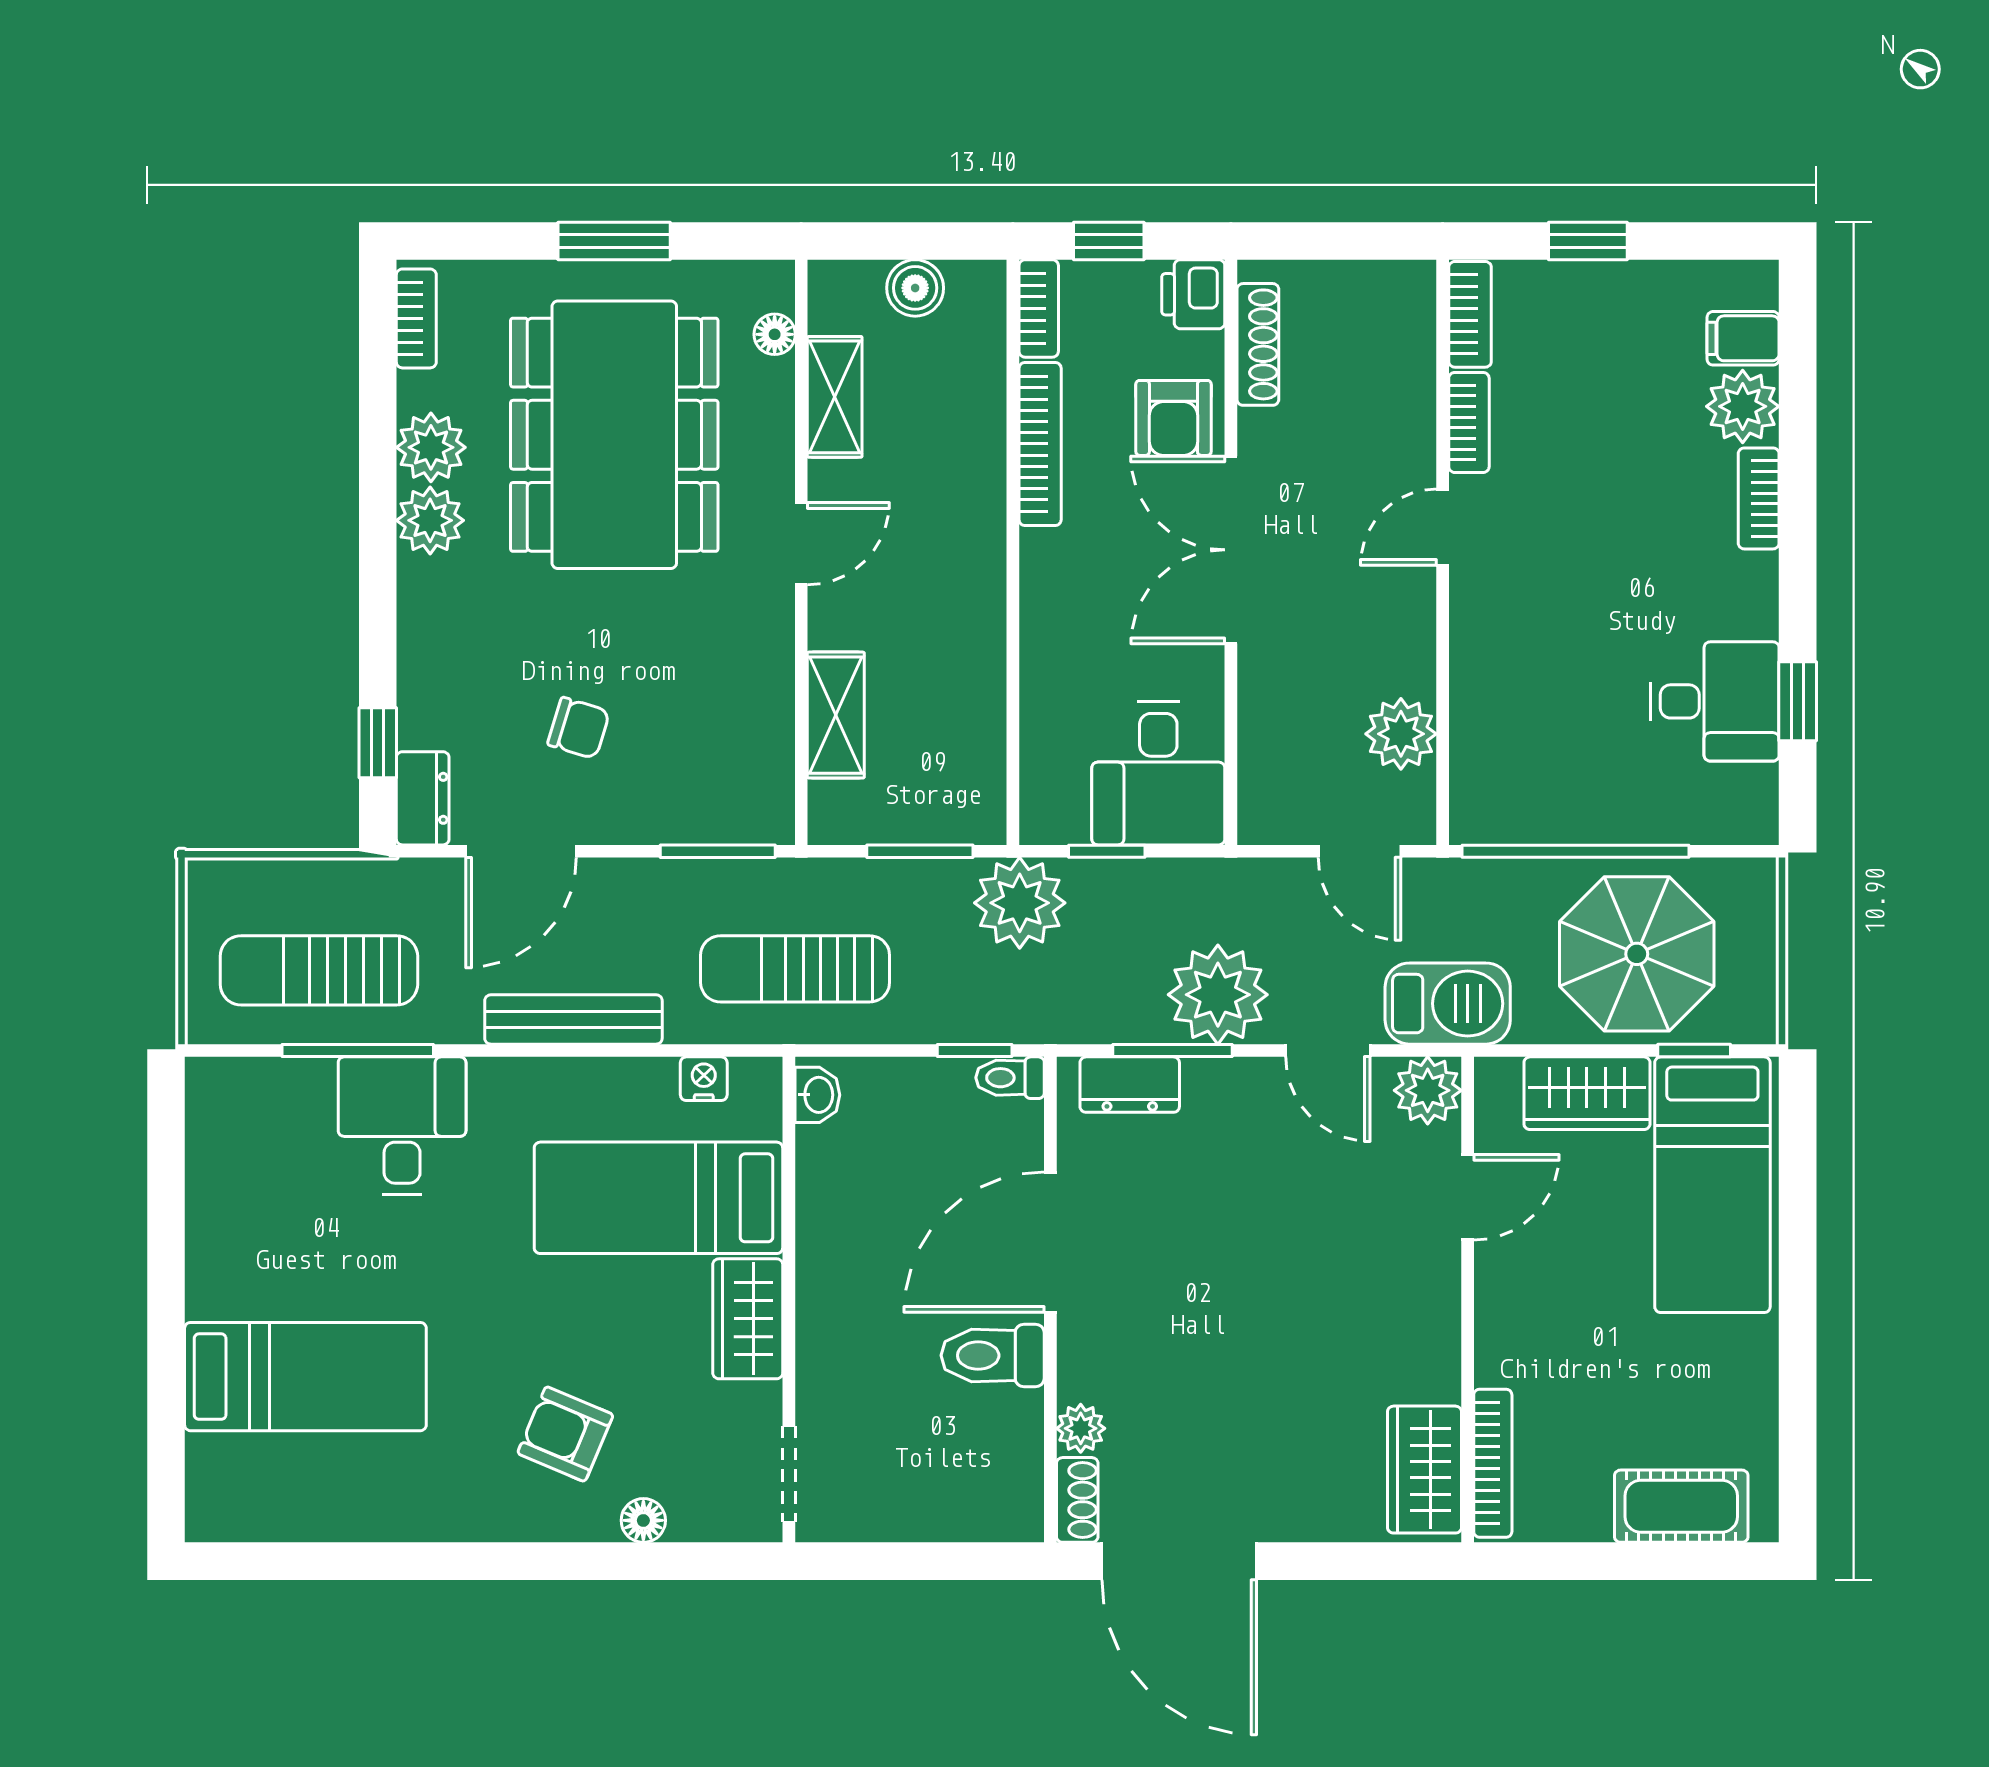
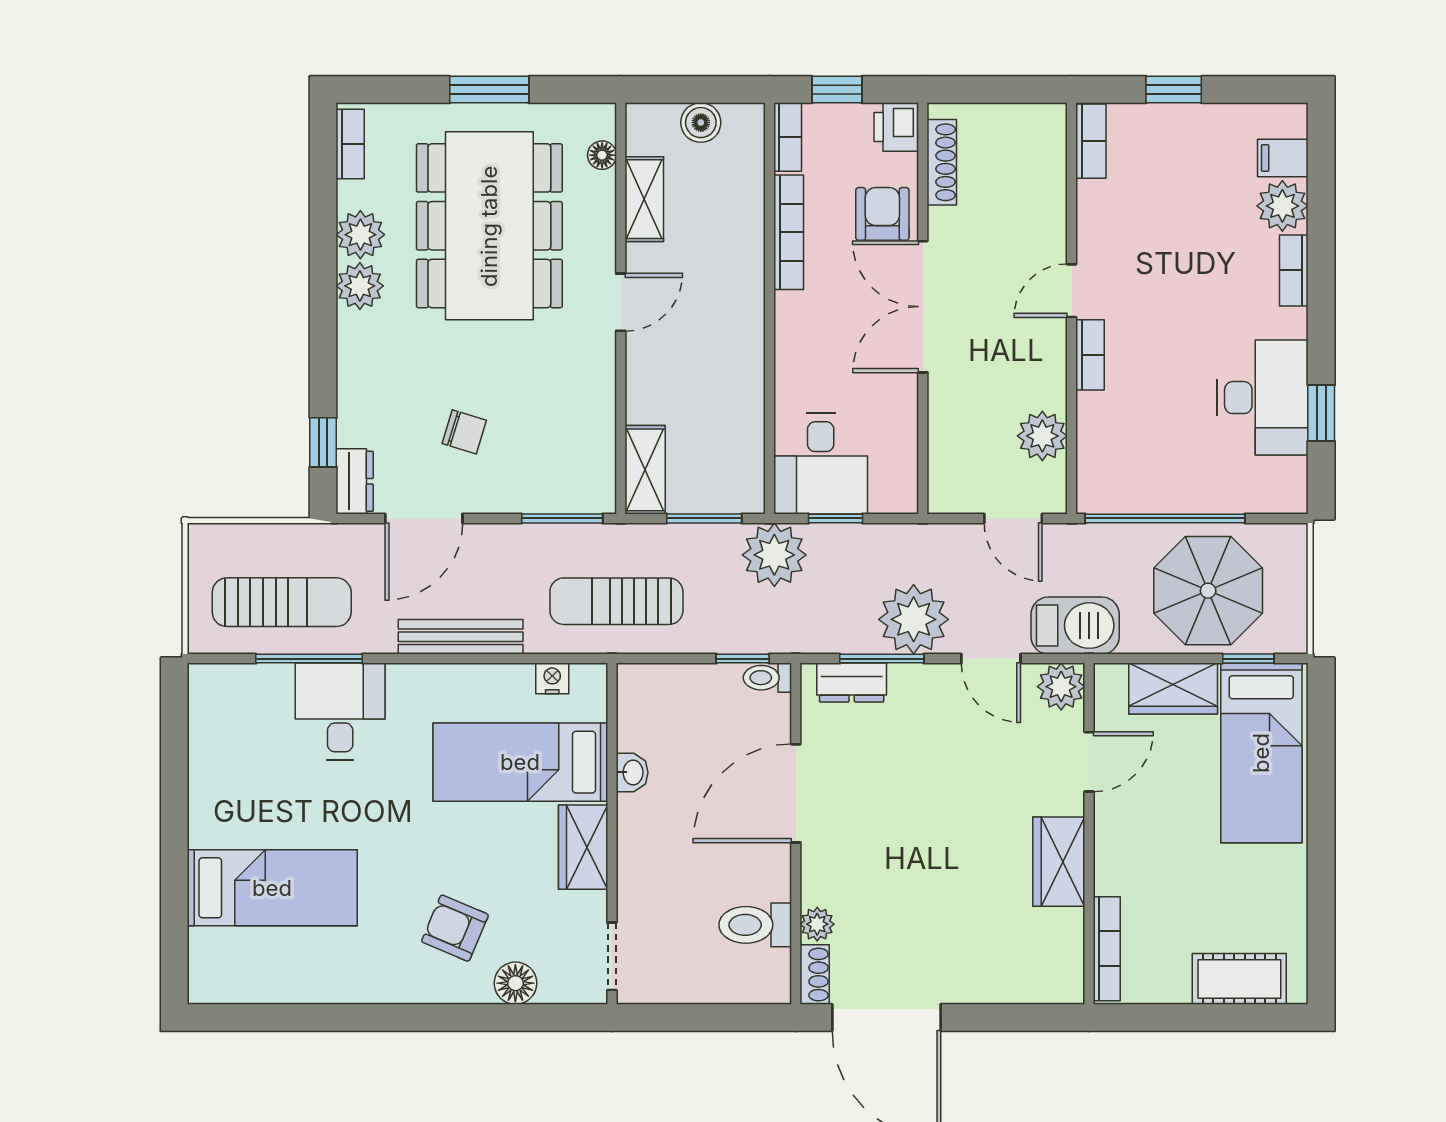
armchair: (1173, 418) -> (882, 214), turned 180
bookcase: (1469, 422) -> (1090, 355), moved
desk: (1715, 701) -> (1263, 398), width x1.37
shelving: (836, 715) -> (645, 470), moved
desk: (1158, 773) -> (821, 464), moved
sun lounger: (319, 970) -> (282, 602), turned 180
washbasin: (817, 1095) -> (632, 772), moved
toilet: (993, 1355) -> (755, 925), moved
wardrobe: (1424, 1470) -> (1059, 862), moved
floor lamp: (643, 1520) -> (515, 983), width x1.37, depth x1.37

